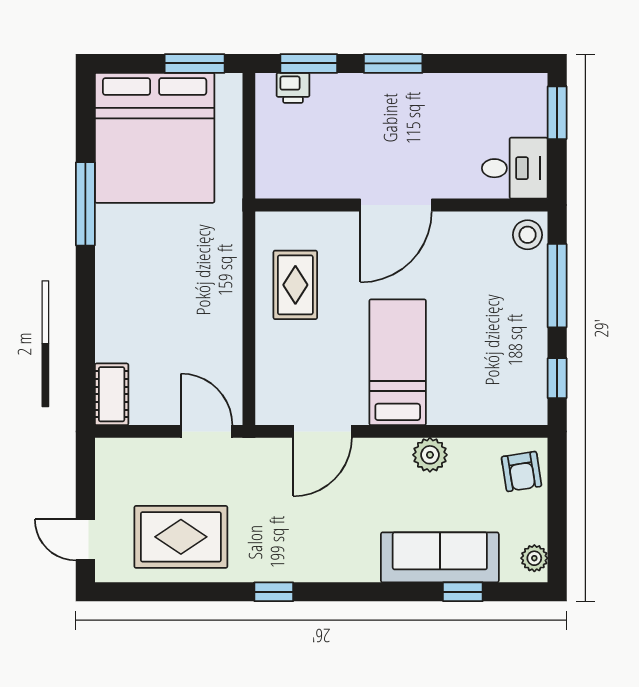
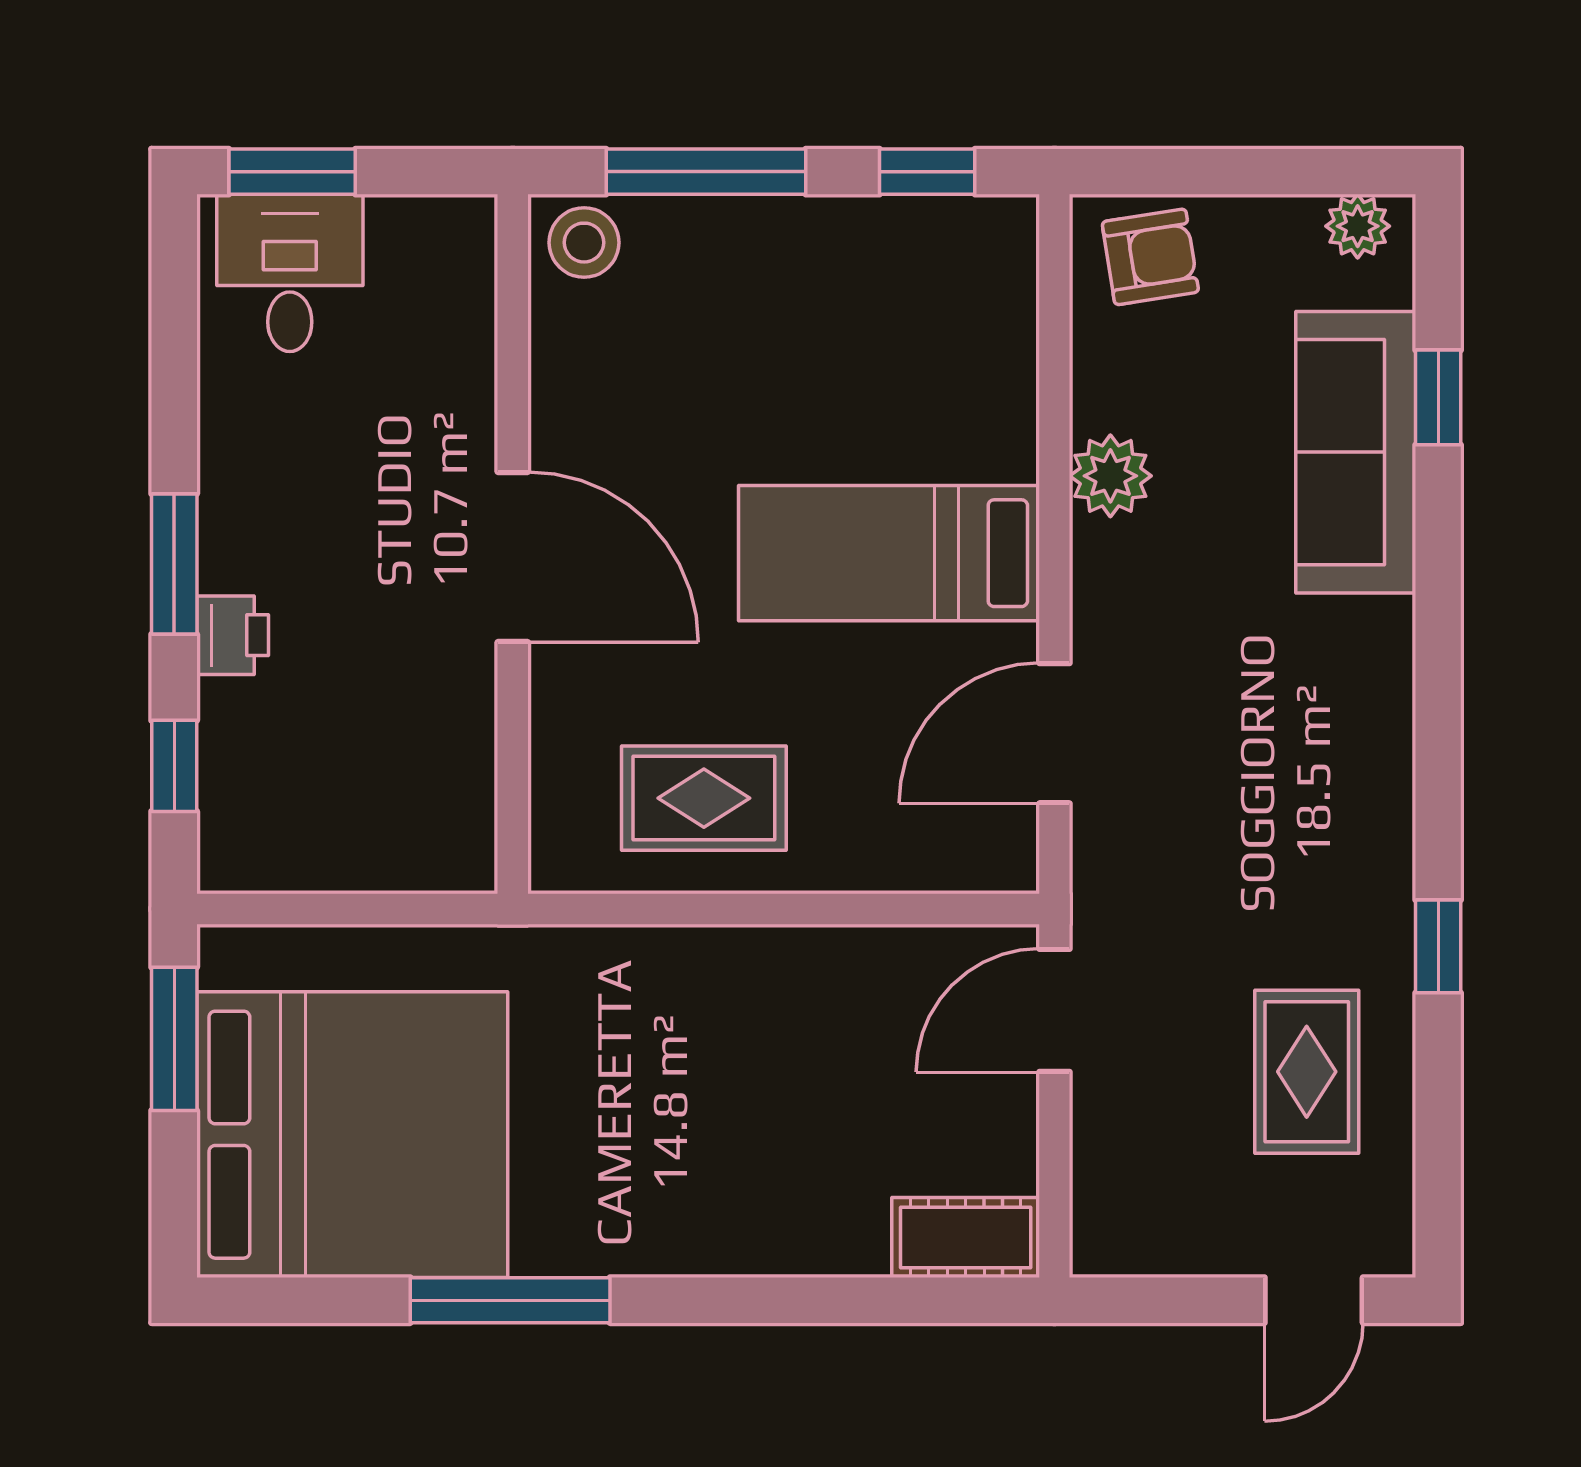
window: (309, 63) -> (174, 766), width x0.67
printer: (293, 88) -> (233, 635), moved
desk: (515, 168) -> (290, 273), moved
door: (322, 431) -> (1054, 733), swing flipped
rug: (181, 537) -> (1307, 1072), width x0.73, depth x0.70
window: (274, 592) -> (1438, 946), moved

